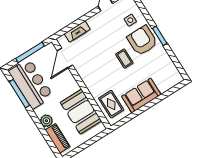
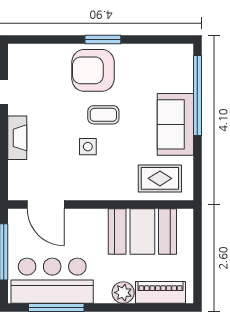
side table: (130, 20) -> (88, 147), moved
fireplace: (77, 31) -> (17, 138), moved
window: (161, 97) -> (197, 96), added

